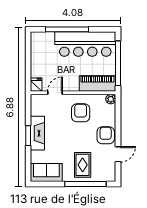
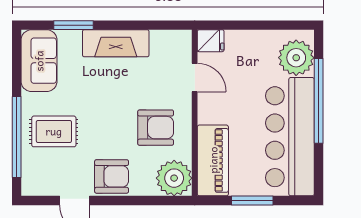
plant: (45, 41) -> (296, 58), added
window: (118, 63) -> (252, 200), width x0.47
plant: (111, 99) -> (174, 178), width x1.88, depth x1.88
window: (28, 136) -> (74, 25), moved

